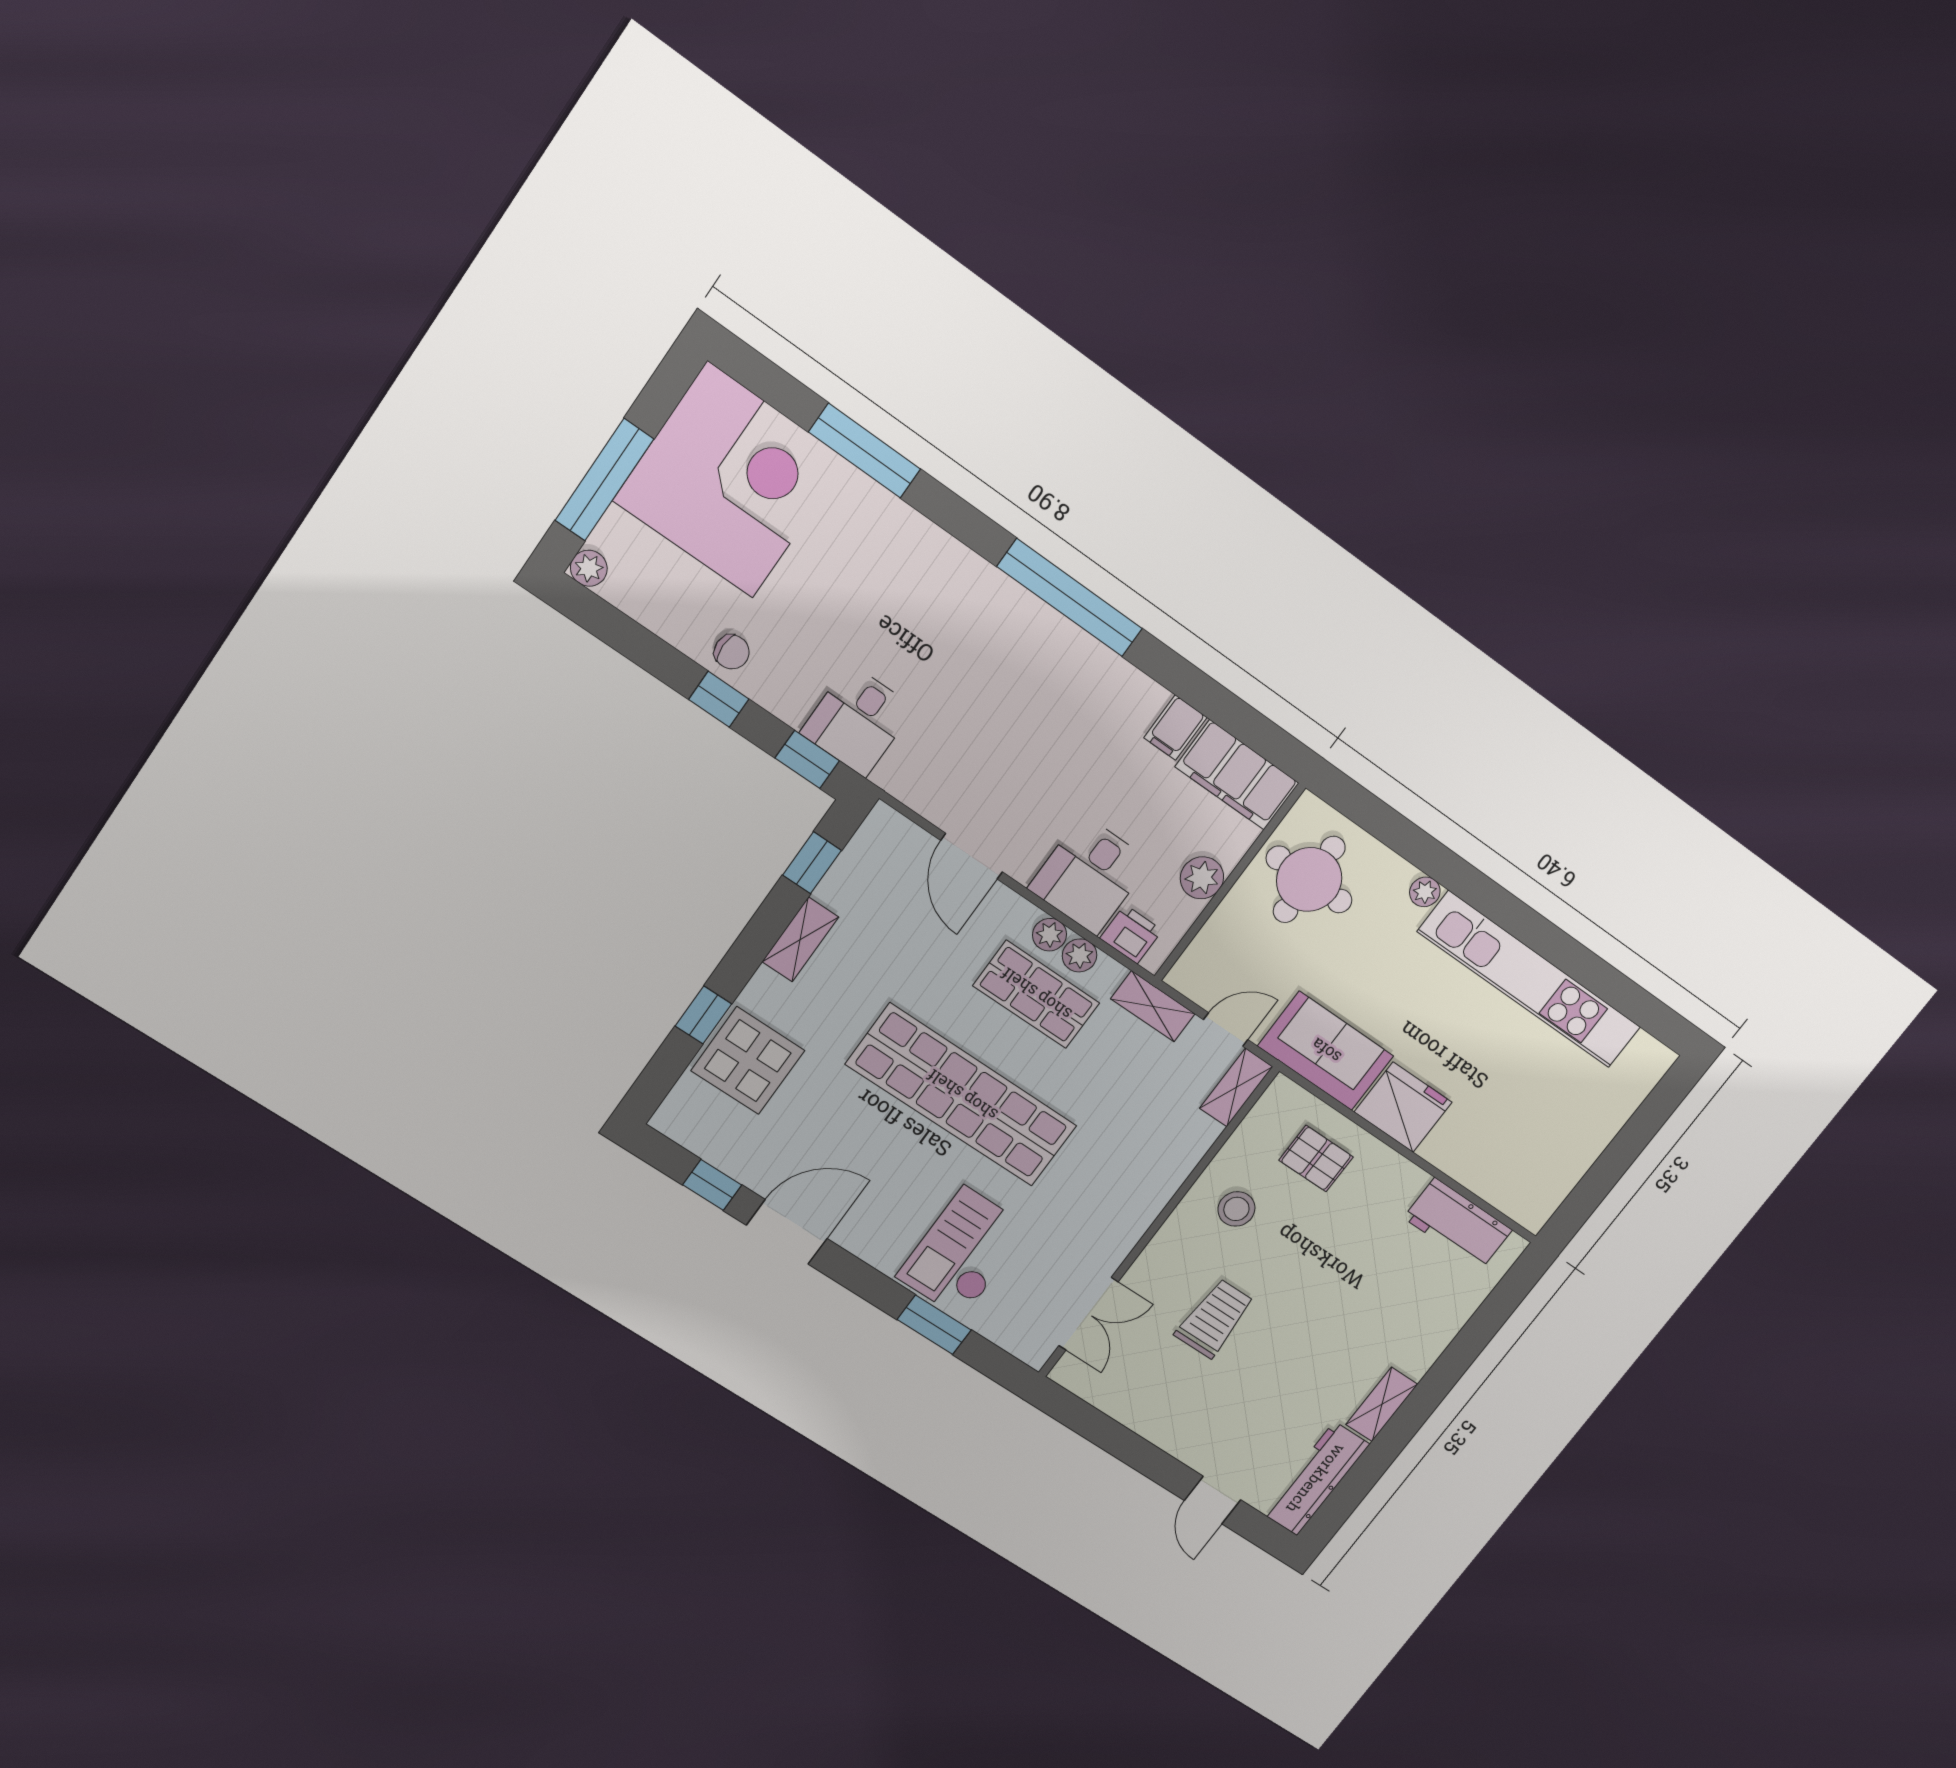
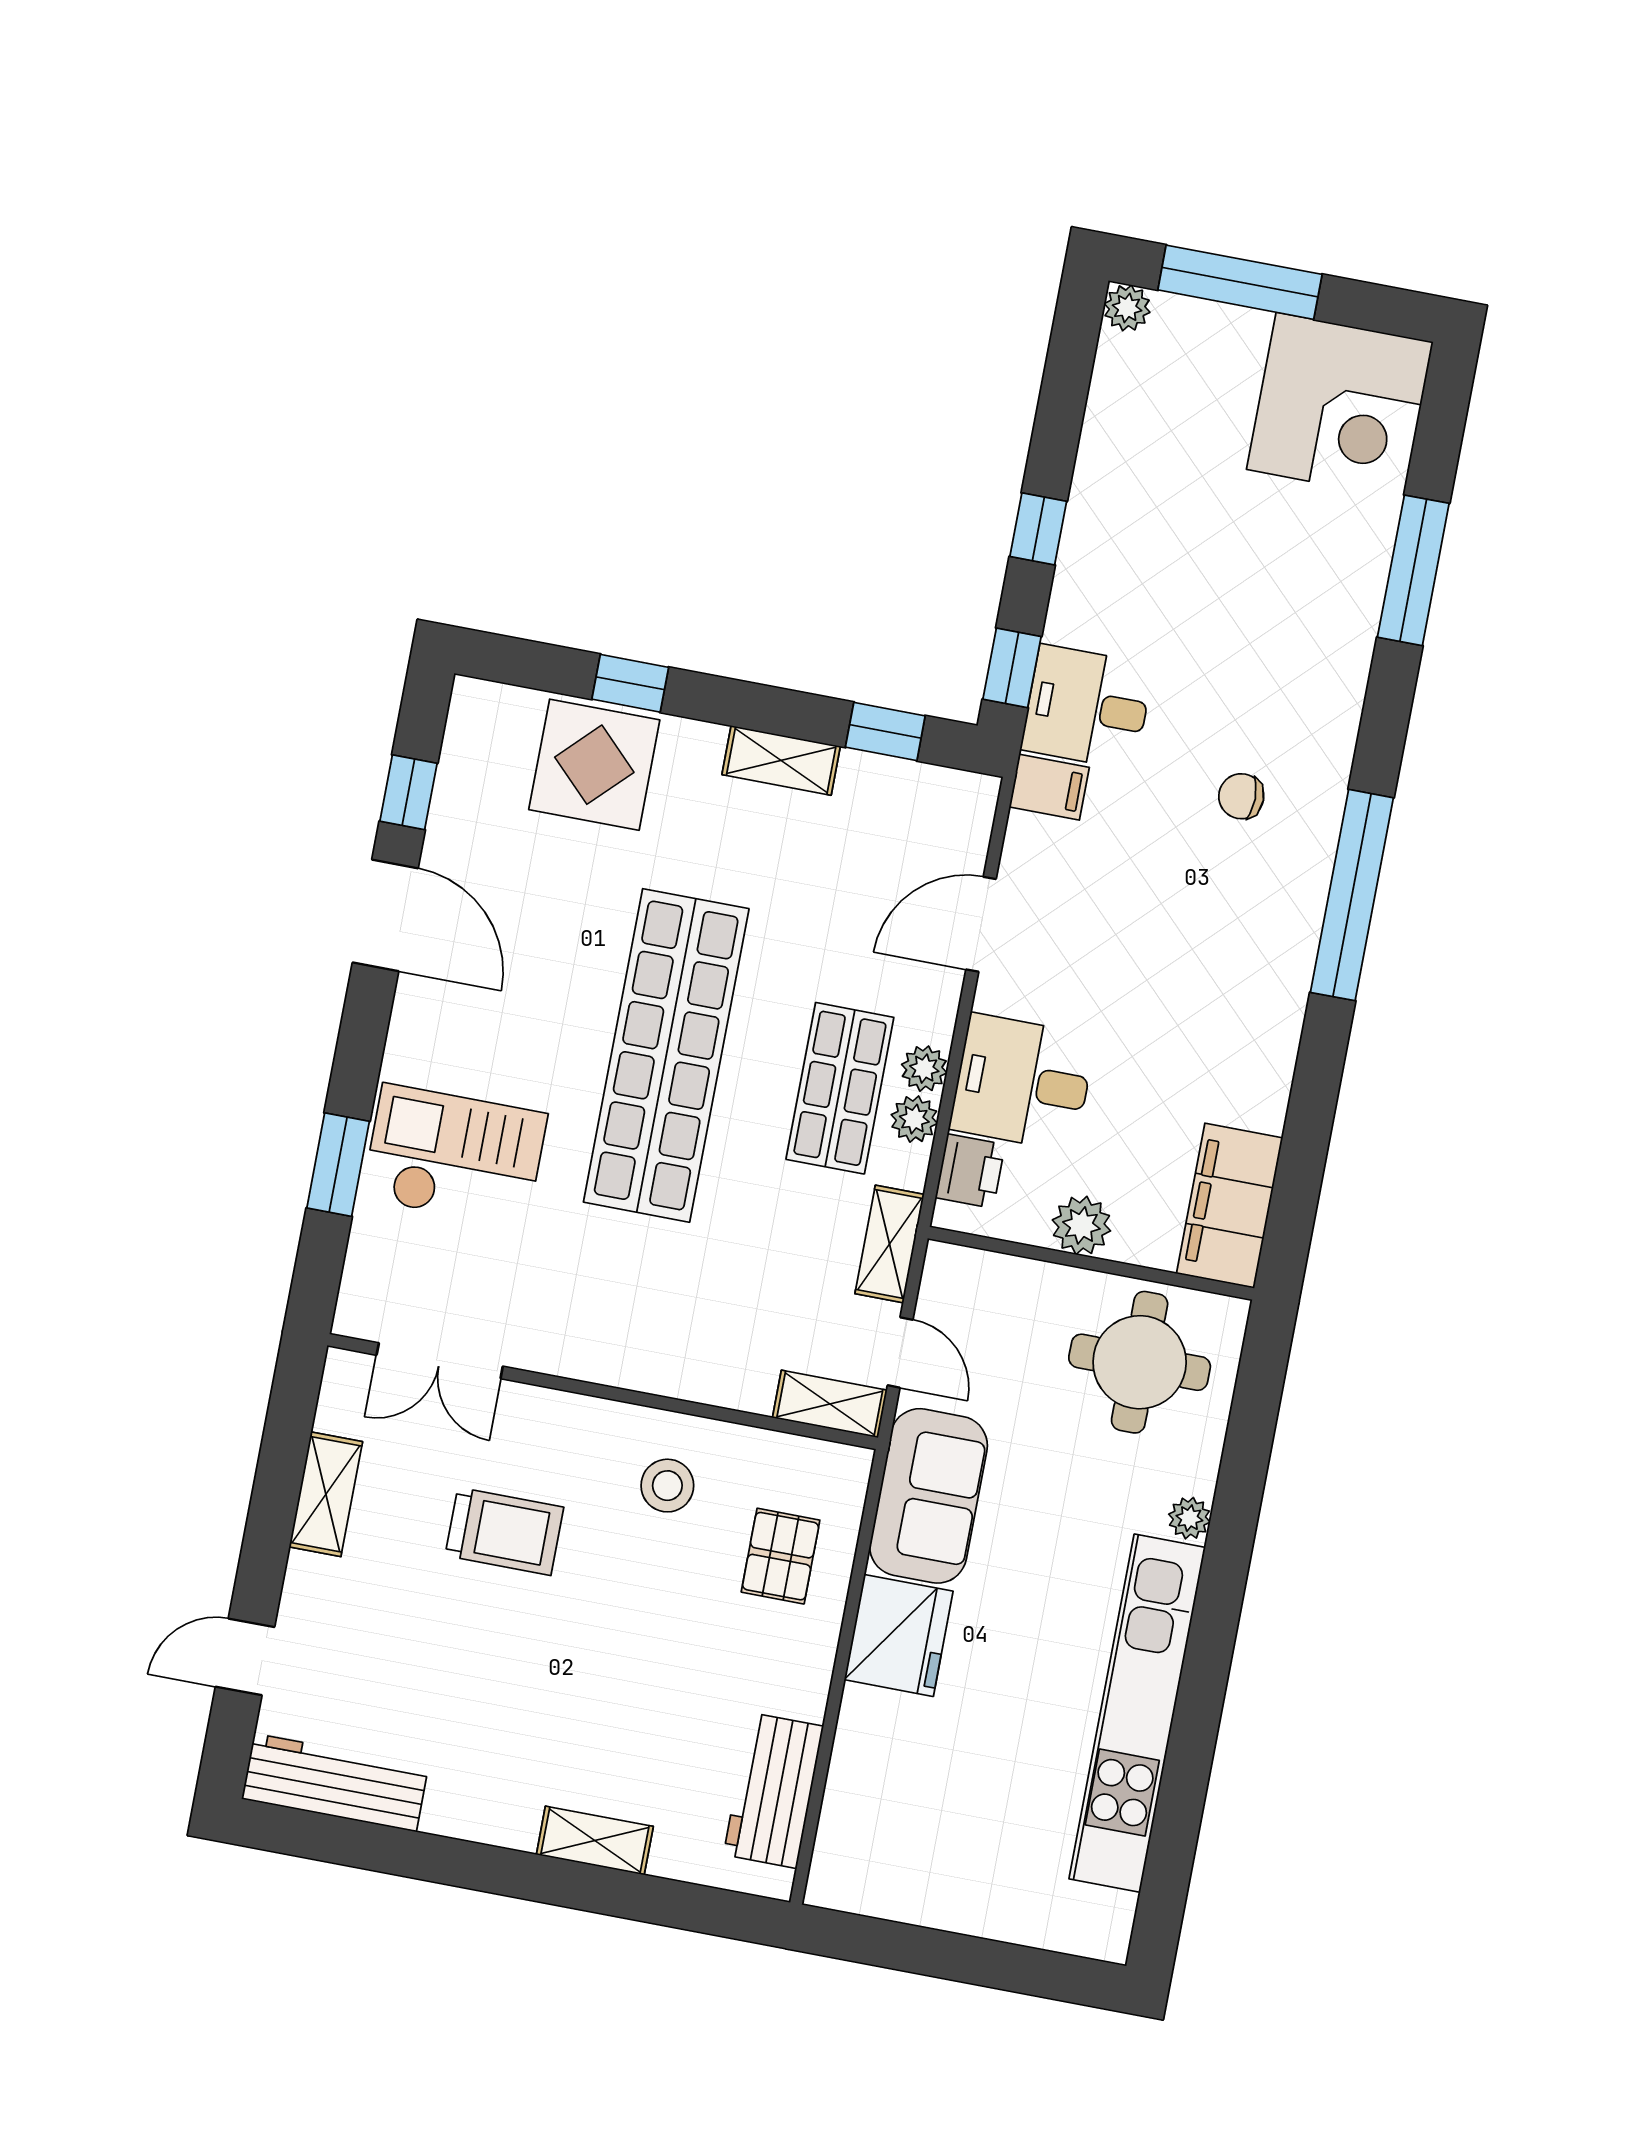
corner desk: (730, 481) -> (1340, 406), width x0.74, depth x0.74
chair: (732, 652) -> (1241, 796), moved, turned 90
filing cabinet: (1175, 728) -> (1049, 787), moved, turned 180
shelving: (1382, 1404) -> (595, 1841), moved
shelving: (1137, 1414) -> (326, 1494), added

